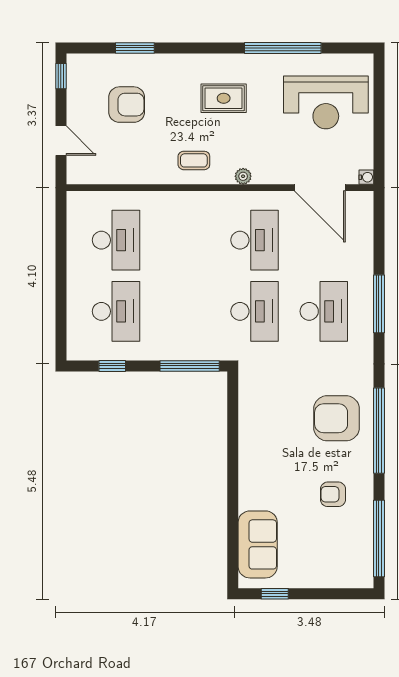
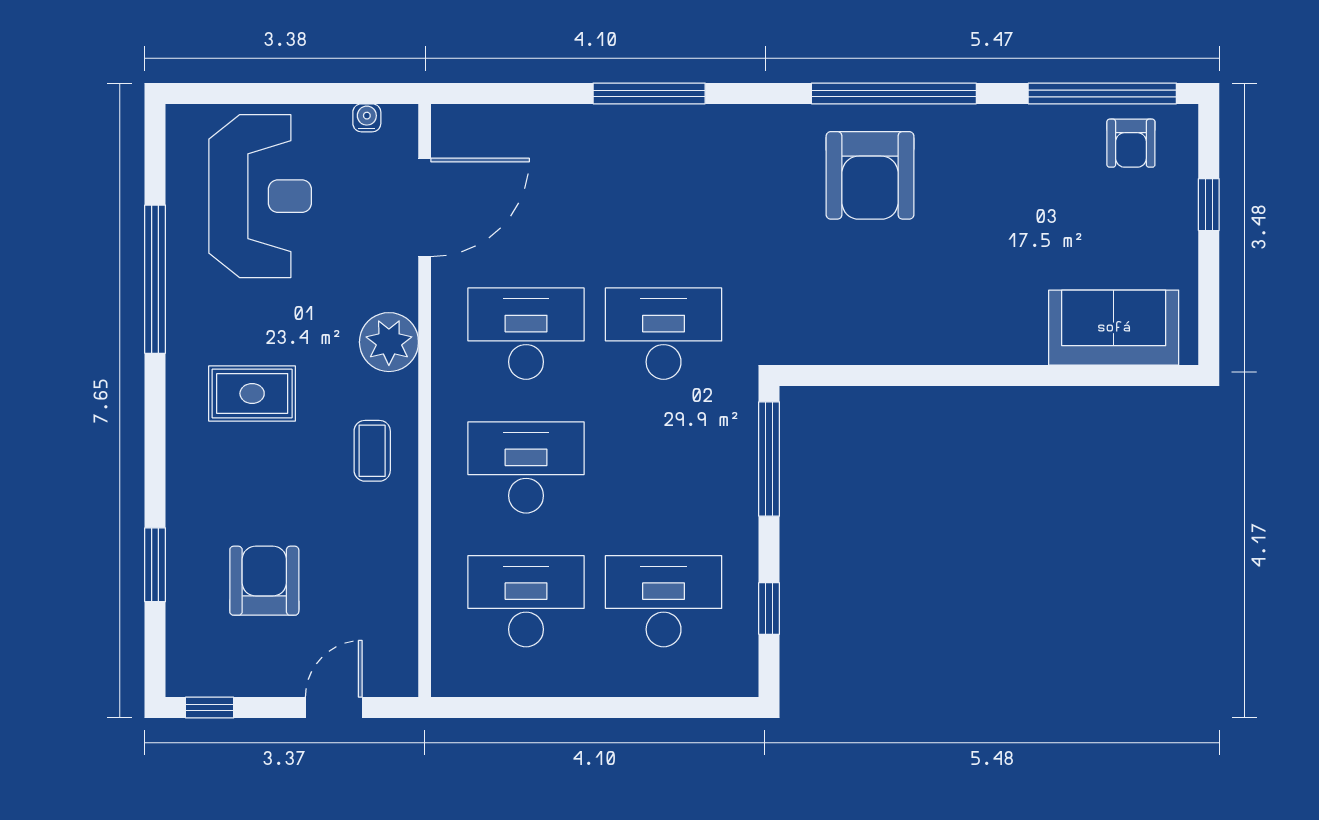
rug: (224, 98) -> (252, 393), turned 90
plant: (243, 176) -> (389, 342), width x1.88, depth x1.88
water cooler: (366, 177) -> (367, 118), moved
desk: (324, 311) -> (526, 467), moved
armchair: (333, 494) -> (1131, 143), moved
window: (275, 594) -> (1209, 205), moved

